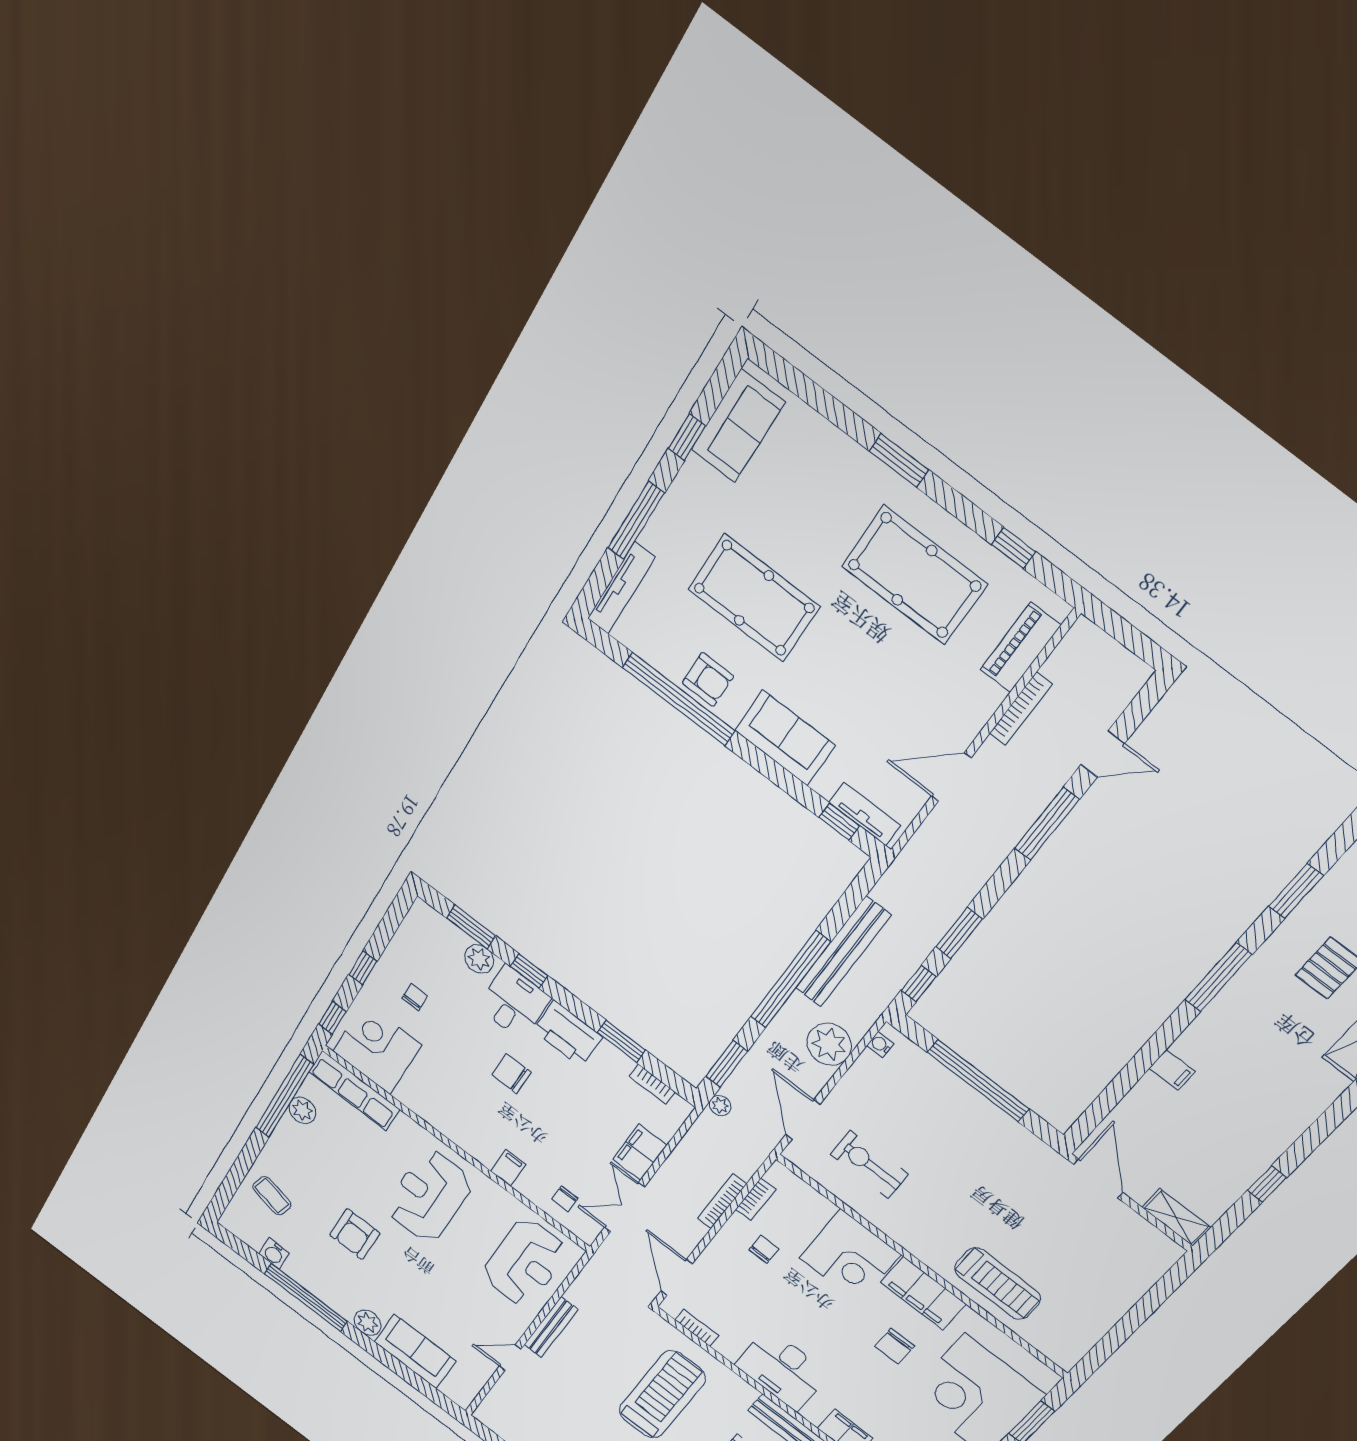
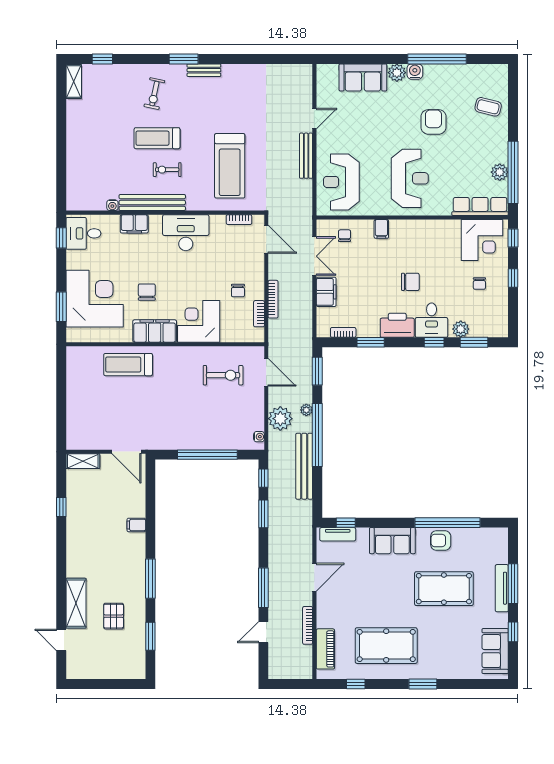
tv unit: (621, 588) -> (502, 588), moved
plant: (720, 1106) -> (306, 410), moved
water cooler: (274, 1254) -> (415, 72), moved

